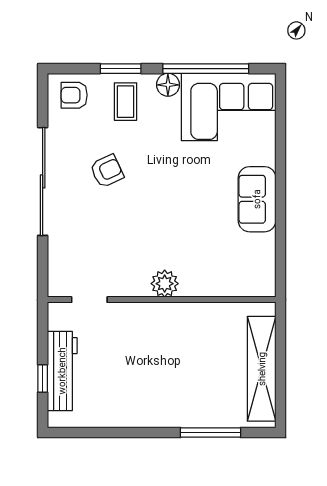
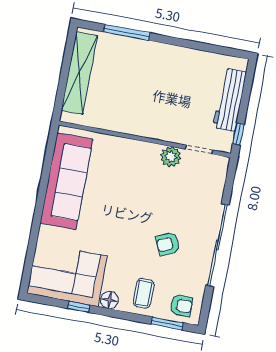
window: (121, 69) -> (167, 323), moved
window: (206, 69) -> (79, 307), width x0.32
sofa: (257, 199) -> (66, 181), width x1.85, depth x1.27
plant: (165, 284) -> (171, 157), moved
window: (43, 379) -> (238, 134), moved

